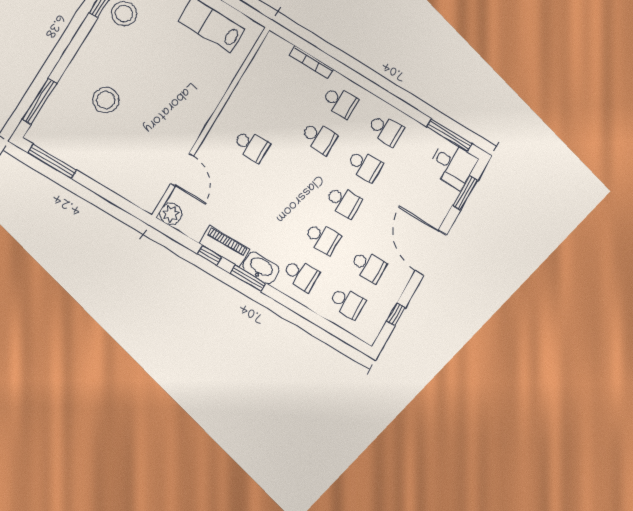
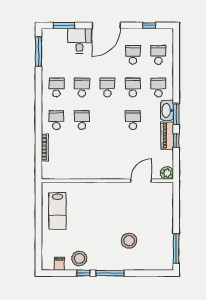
window: (39, 101) -> (110, 273), moved
school desk: (251, 146) -> (133, 120), moved
desk: (453, 165) -> (79, 41), moved

